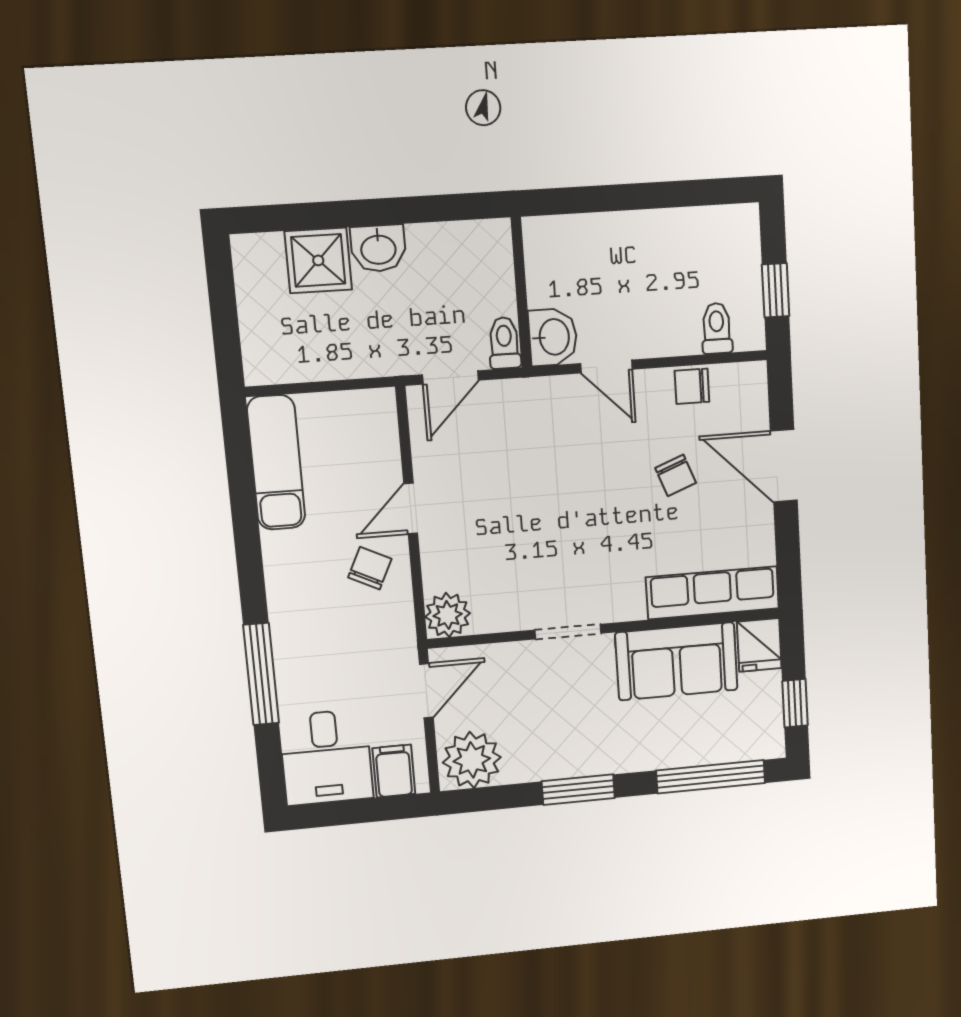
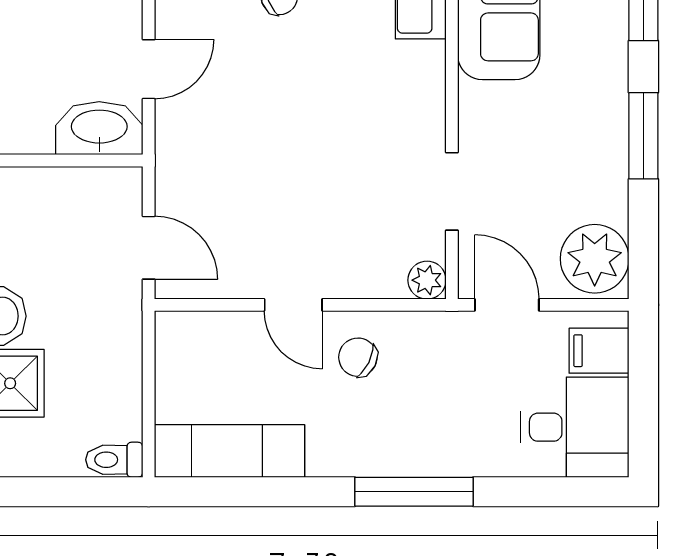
washbasin: (553, 337) -> (99, 128), width x1.38
toilet: (504, 343) -> (114, 460), moved
plant: (448, 615) -> (427, 280), width x0.73, depth x0.73
doorway: (568, 632) -> (452, 191), moved
window: (261, 674) -> (414, 492), moved

